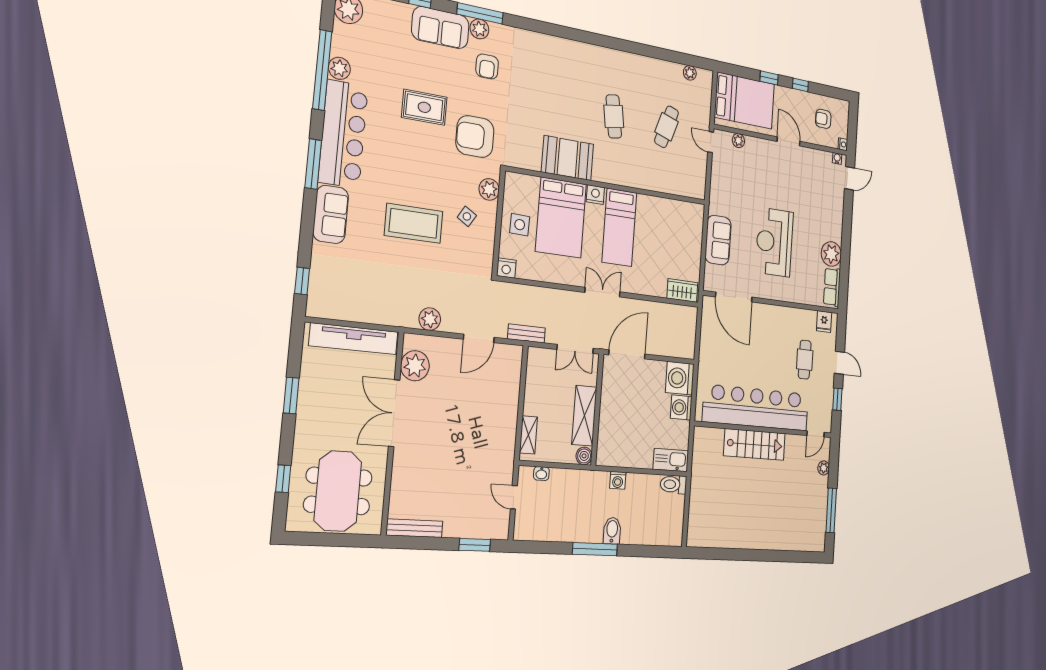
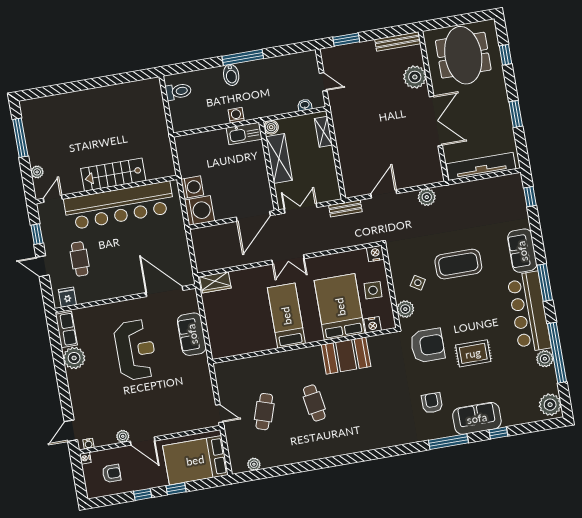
plant: (479, 29) -> (446, 429), removed
plant: (738, 141) -> (123, 436), moved
nightstand: (595, 195) -> (373, 325), moved
plant: (415, 366) -> (415, 77), moved
kitchen sink: (671, 460) -> (244, 134), moved
toilet: (673, 484) -> (178, 91), moved

